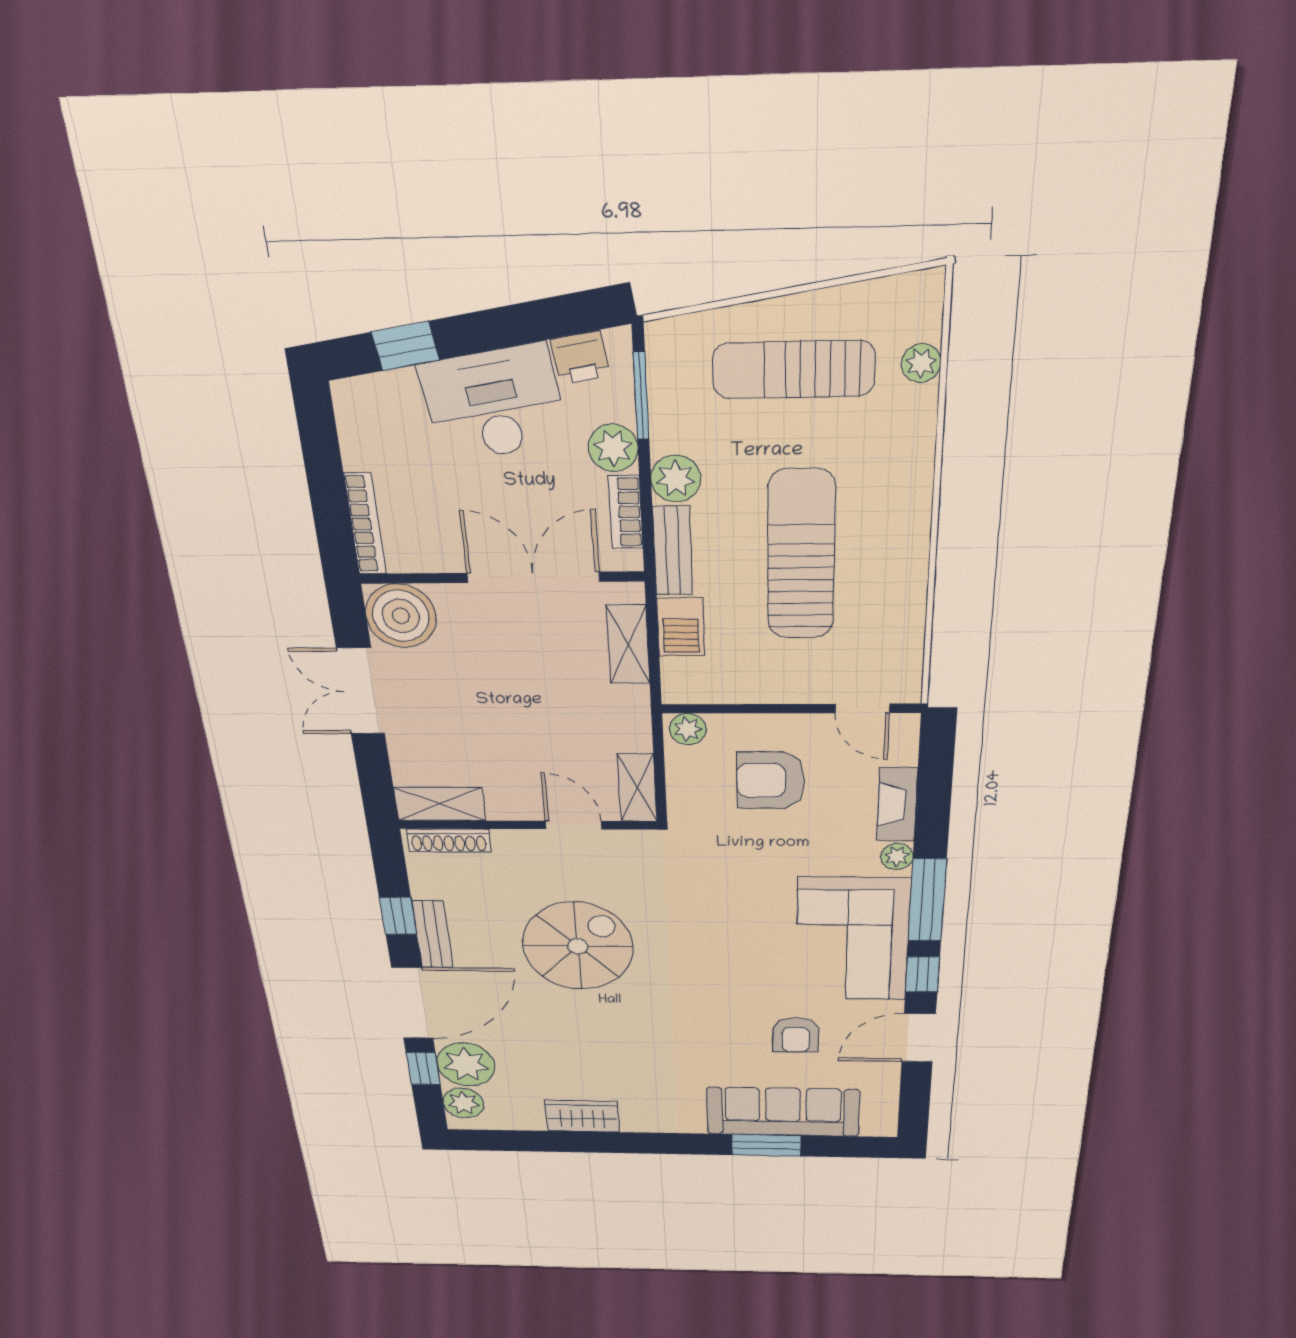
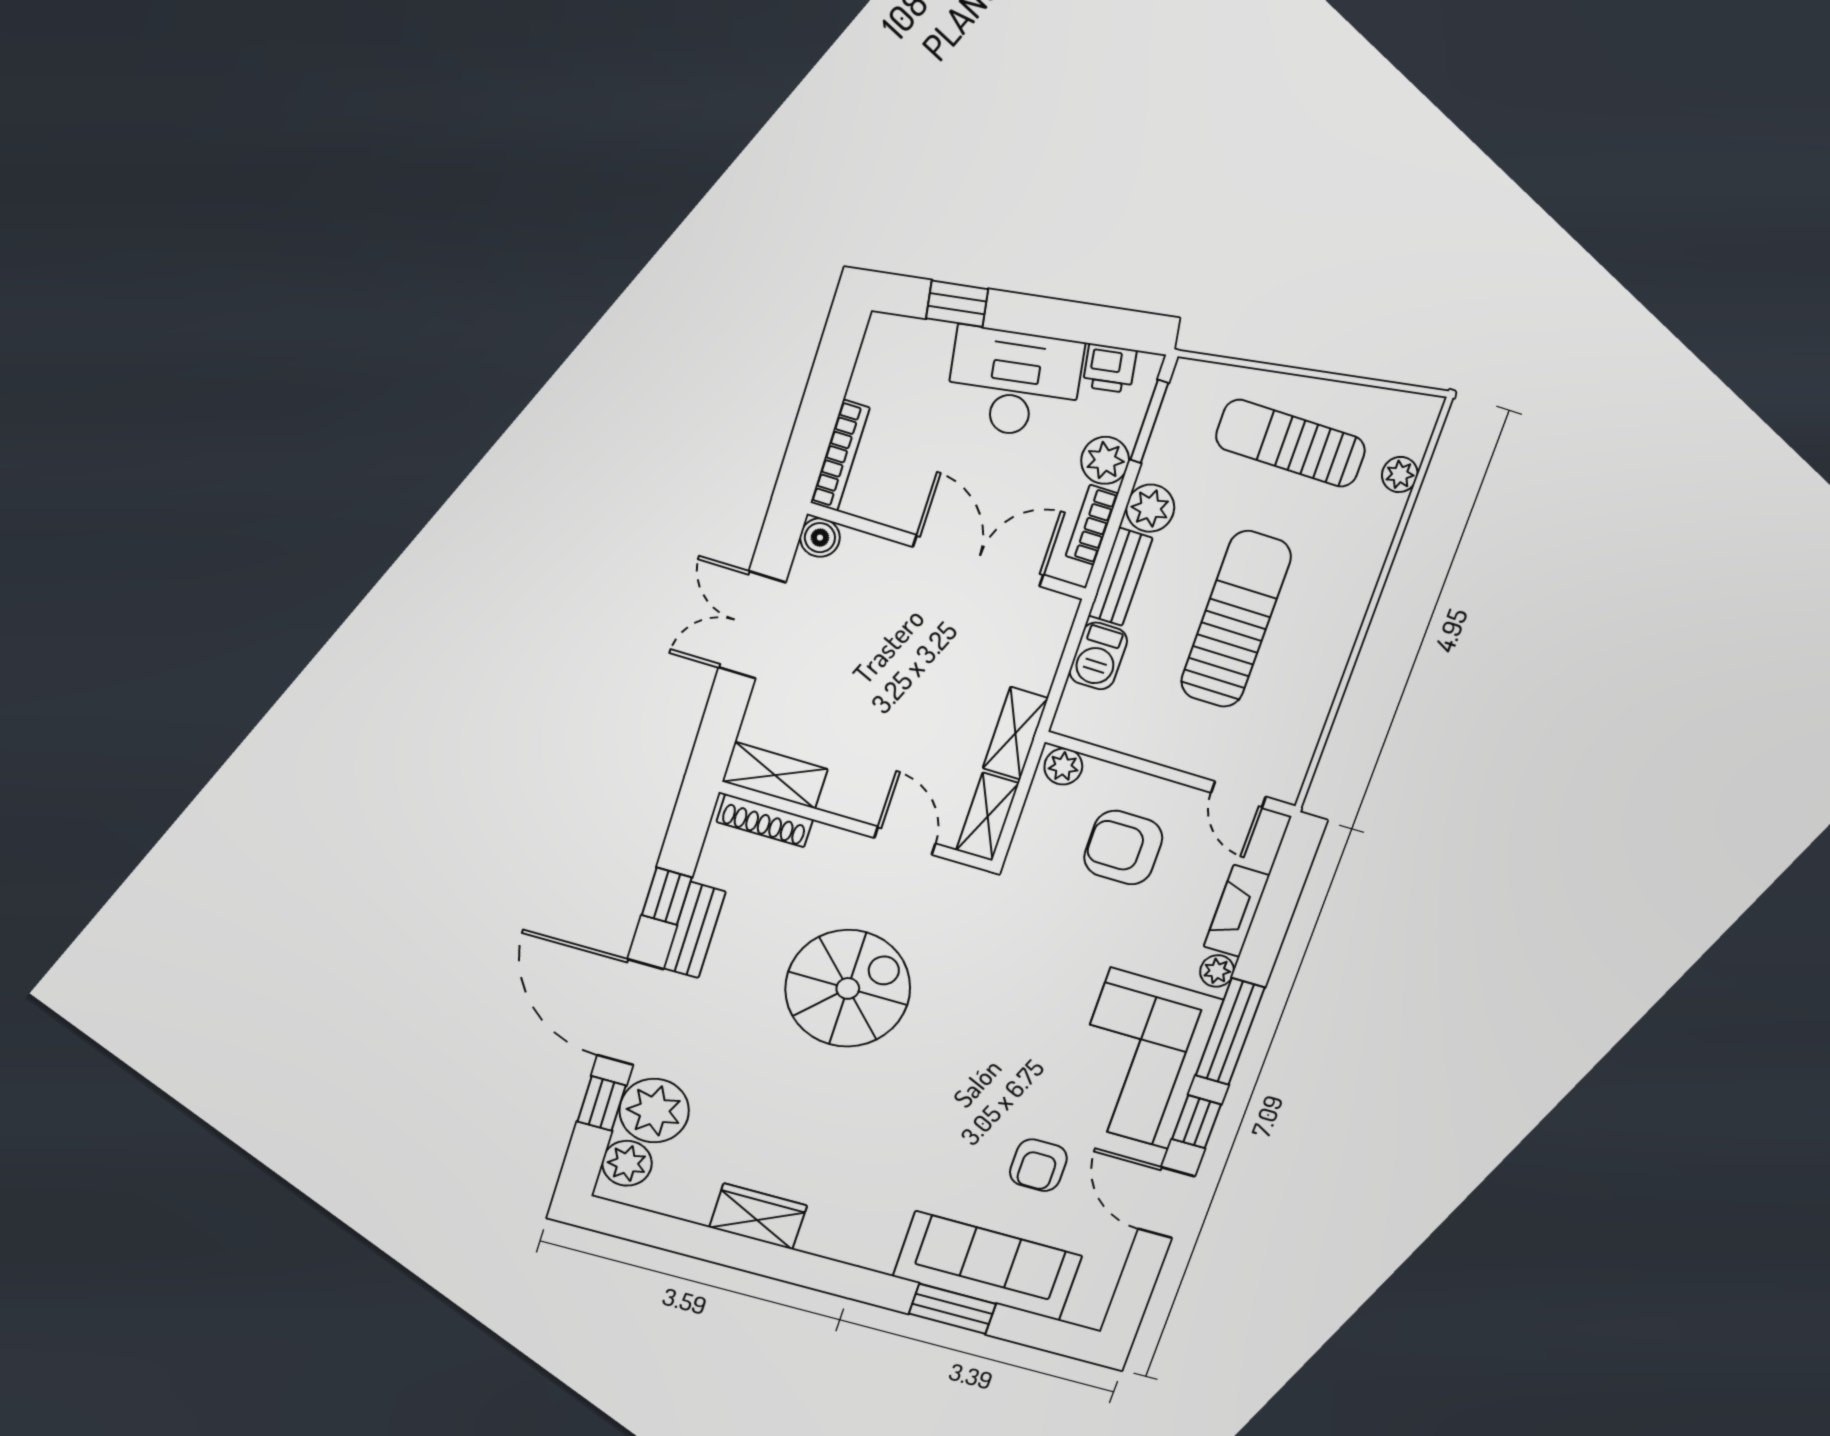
boiler: (401, 616) -> (820, 538), width x0.54, depth x0.54
shelving: (628, 644) -> (1015, 733), moved
door: (413, 1003) -> (630, 1012), swing flipped
door: (918, 1038) -> (1167, 1203), hinge flipped

